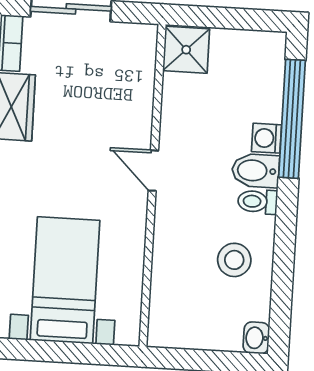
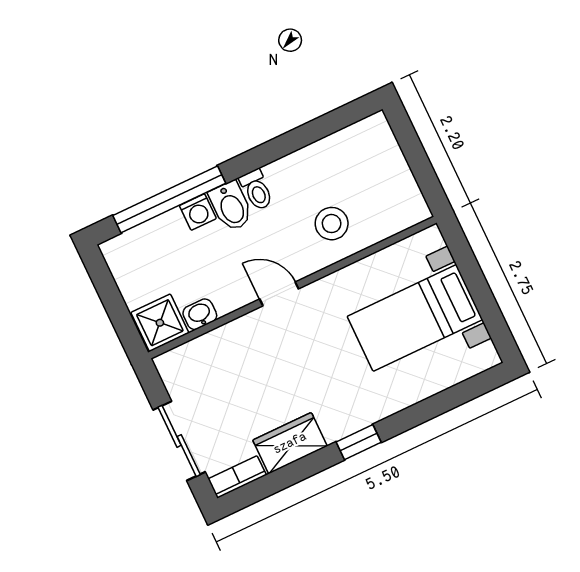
door: (153, 171) -> (279, 294), swing flipped
stool: (234, 260) -> (332, 224), moved
washbasin: (256, 338) -> (200, 314), moved, turned 180

